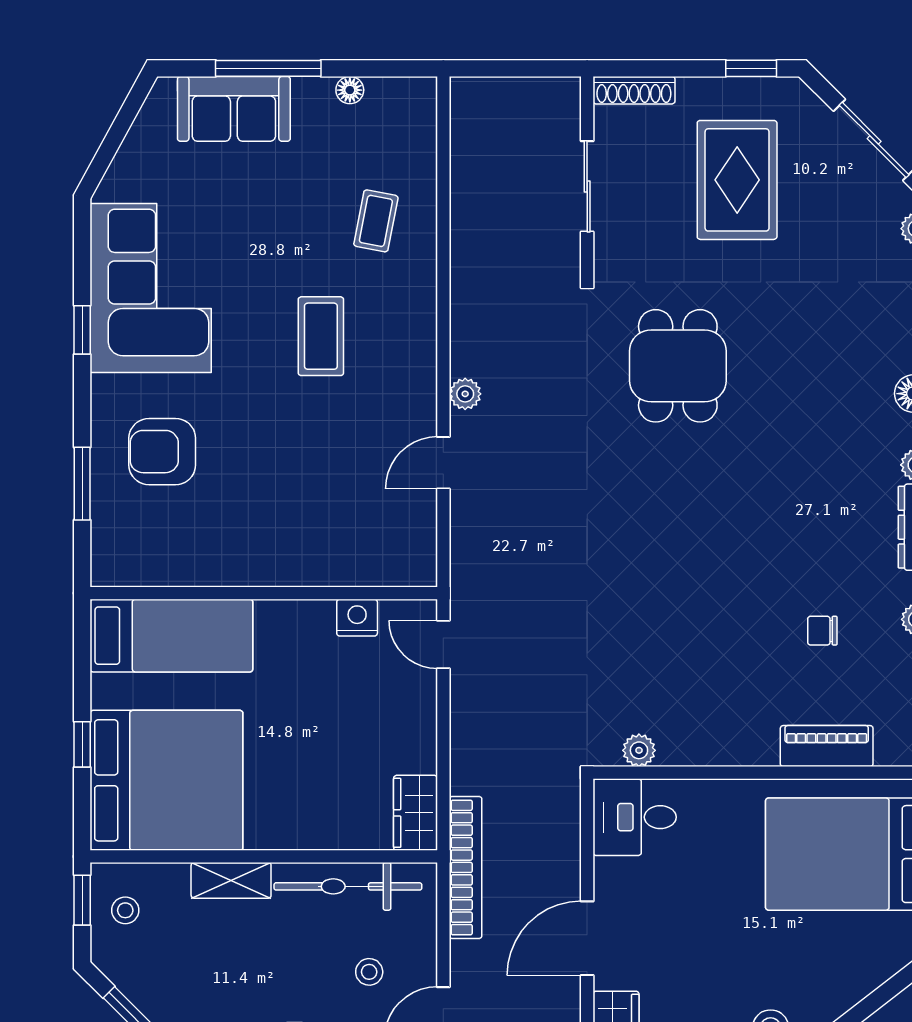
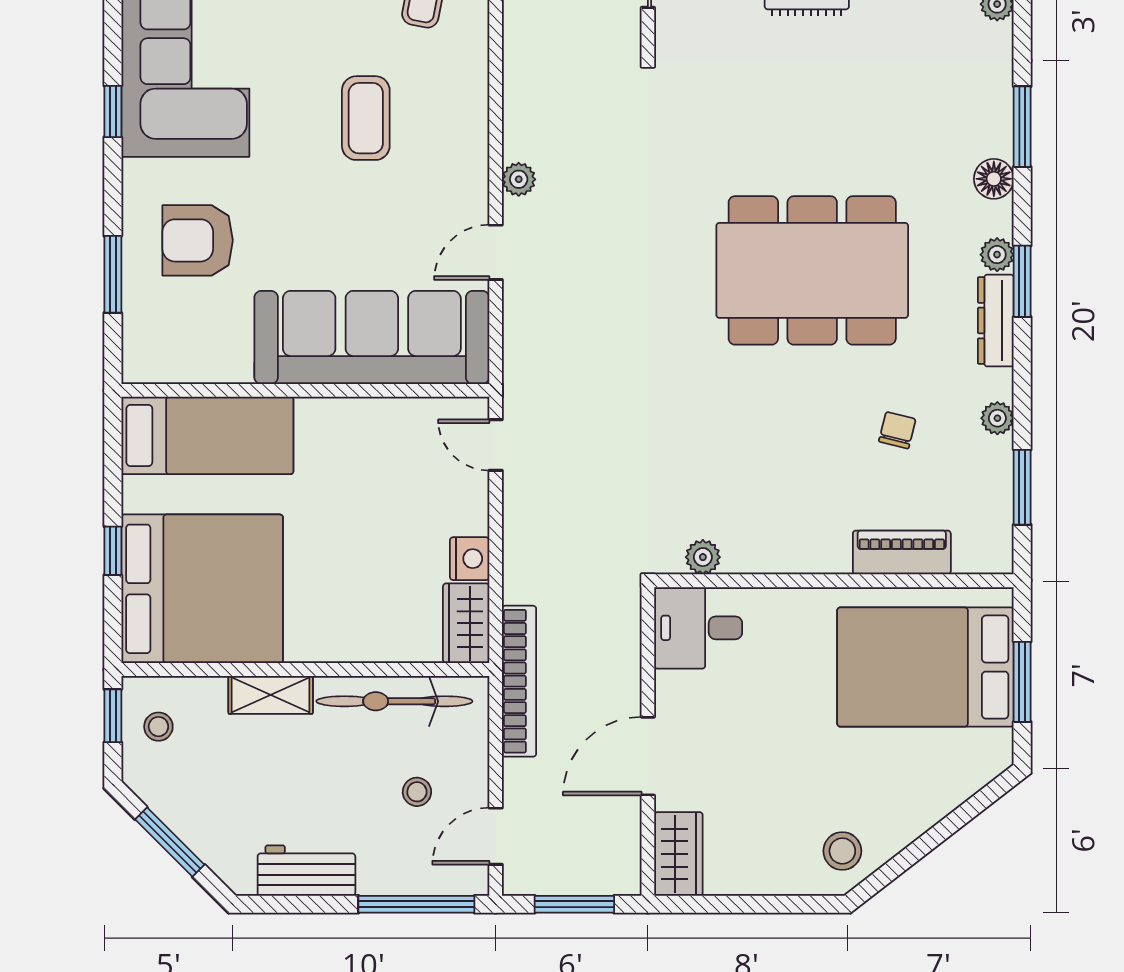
dining table: (678, 366) -> (812, 270), moved, width x1.87, depth x1.24
sofa: (327, 543) -> (372, 337), added
nightstand: (357, 618) -> (470, 559), moved, turned 90
chair: (822, 631) -> (897, 430), turned 104

